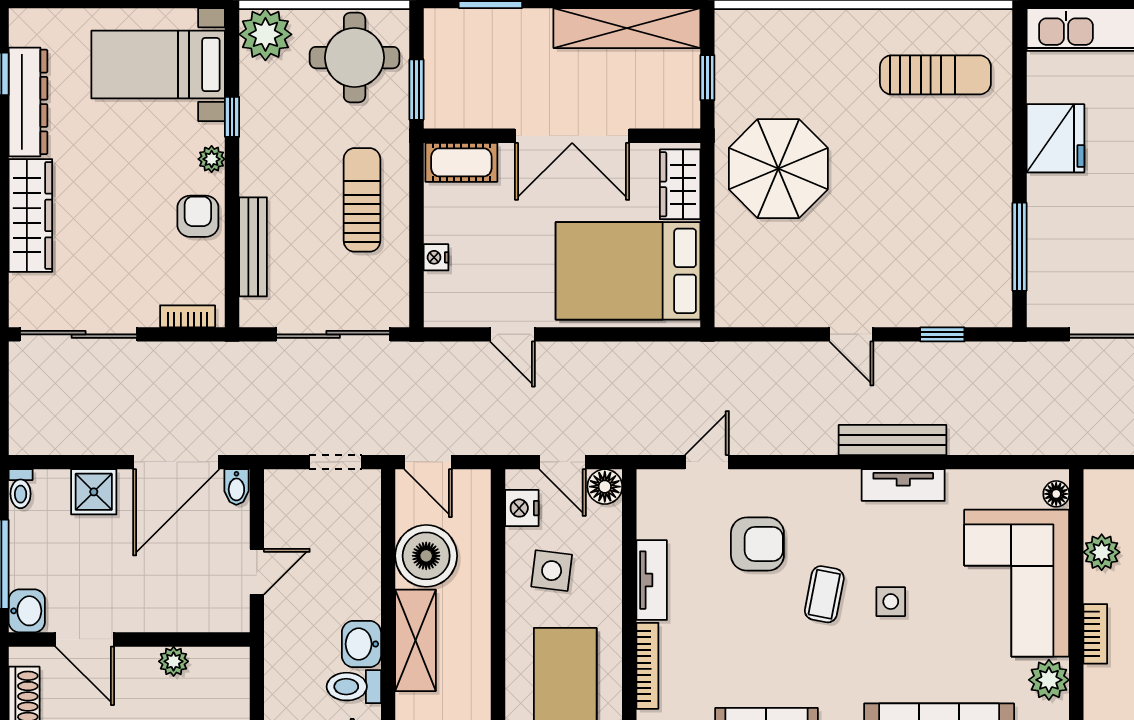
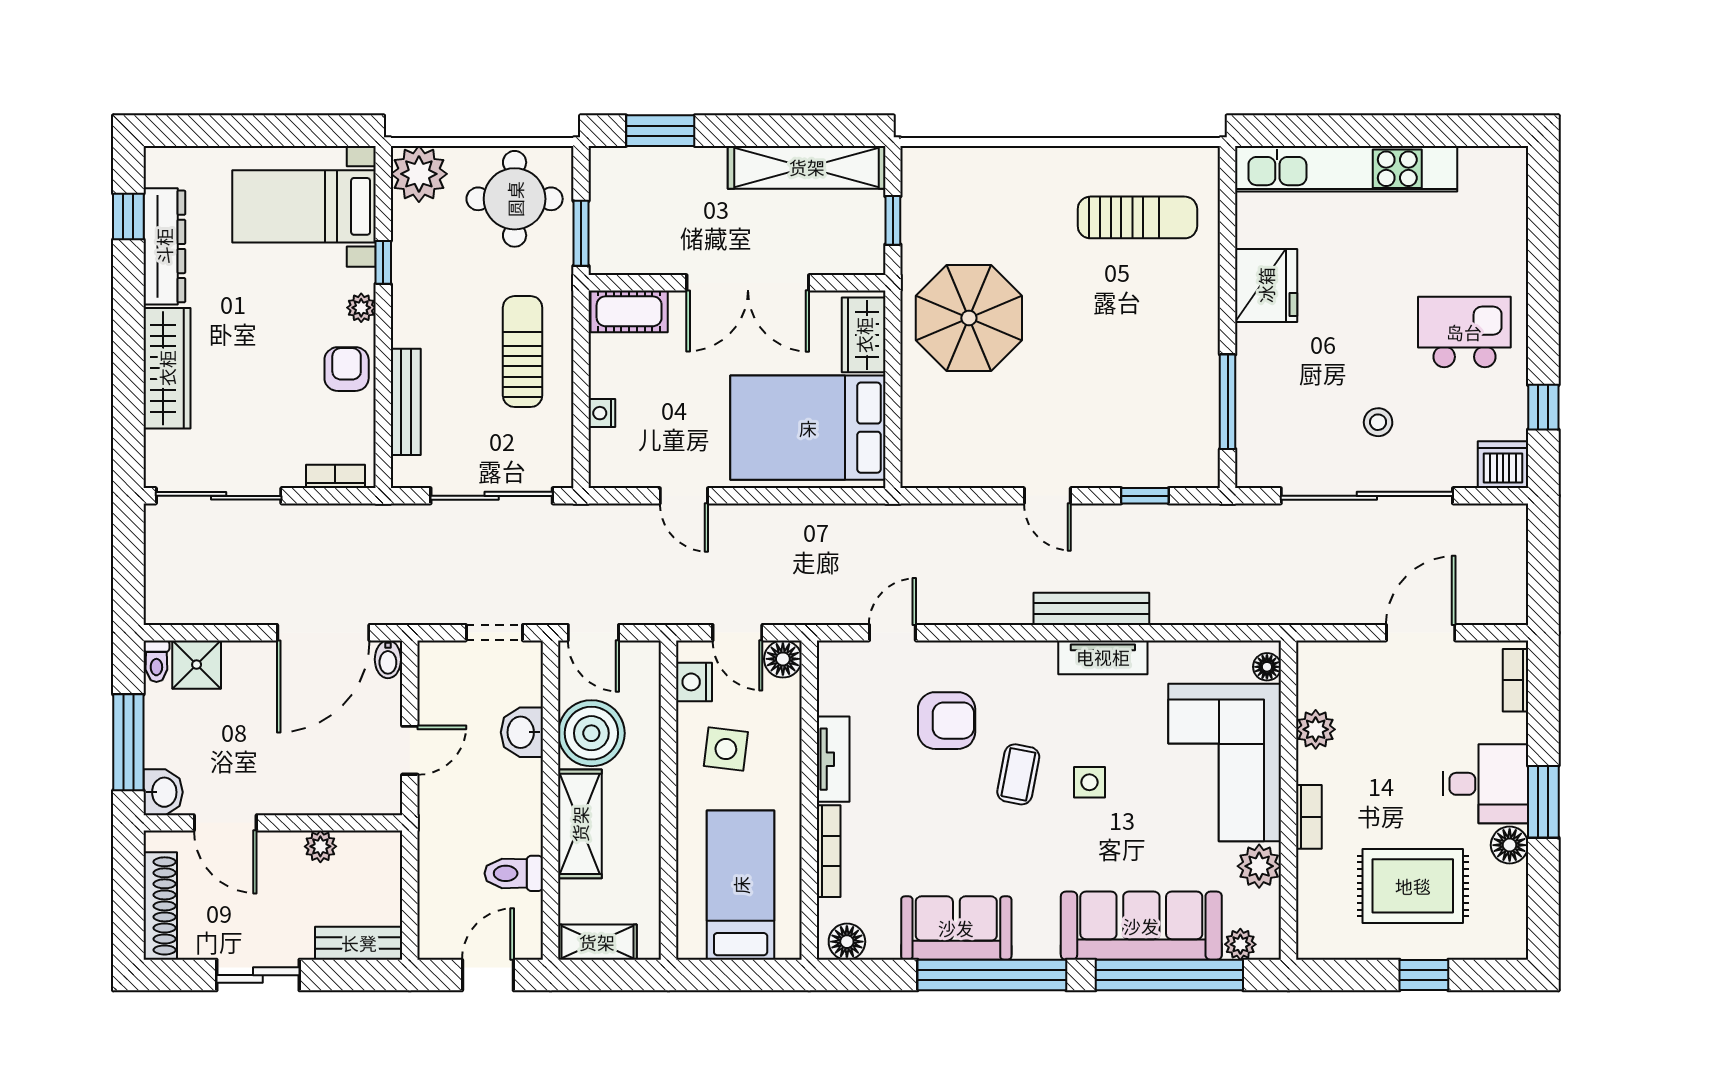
shower: (94, 492) -> (197, 665), moved
washbasin: (361, 644) -> (522, 732), moved

